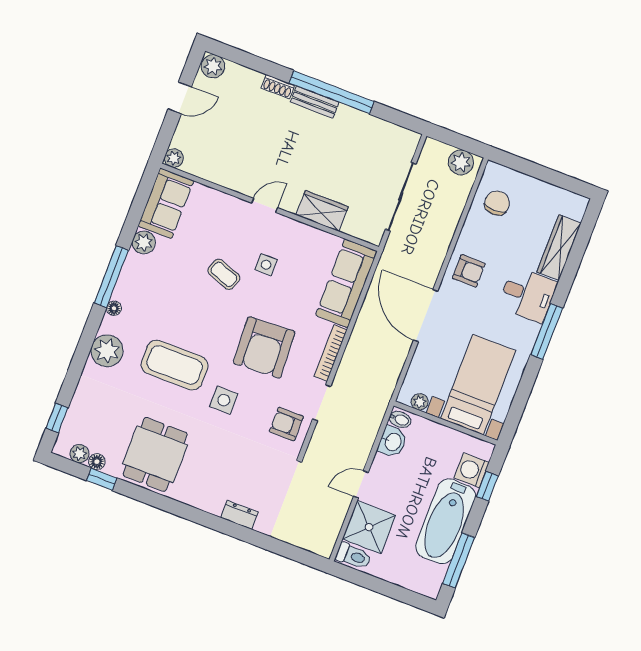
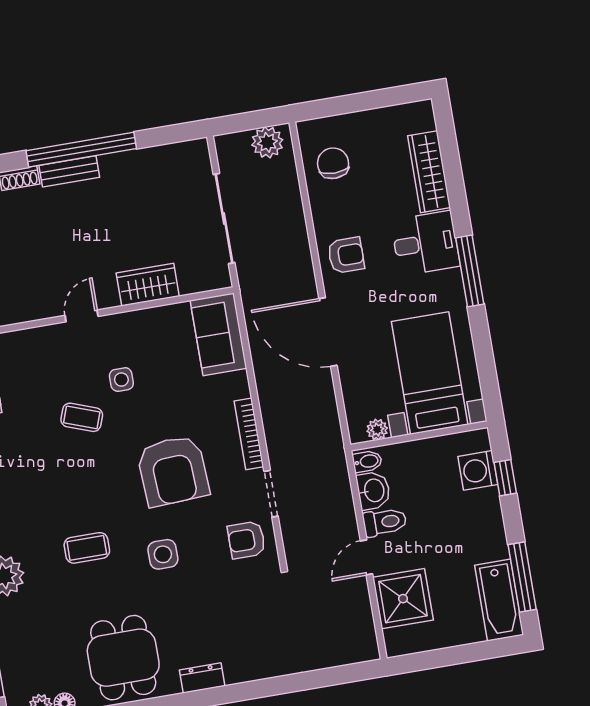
sofa: (346, 283) -> (218, 334), width x0.73
coffee table: (175, 365) -> (87, 548), width x0.54, depth x0.58
dresser: (239, 515) -> (202, 678), moved
bathtub: (446, 521) -> (499, 600), moved, width x0.73, depth x0.73
toilet: (353, 556) -> (385, 522), moved

